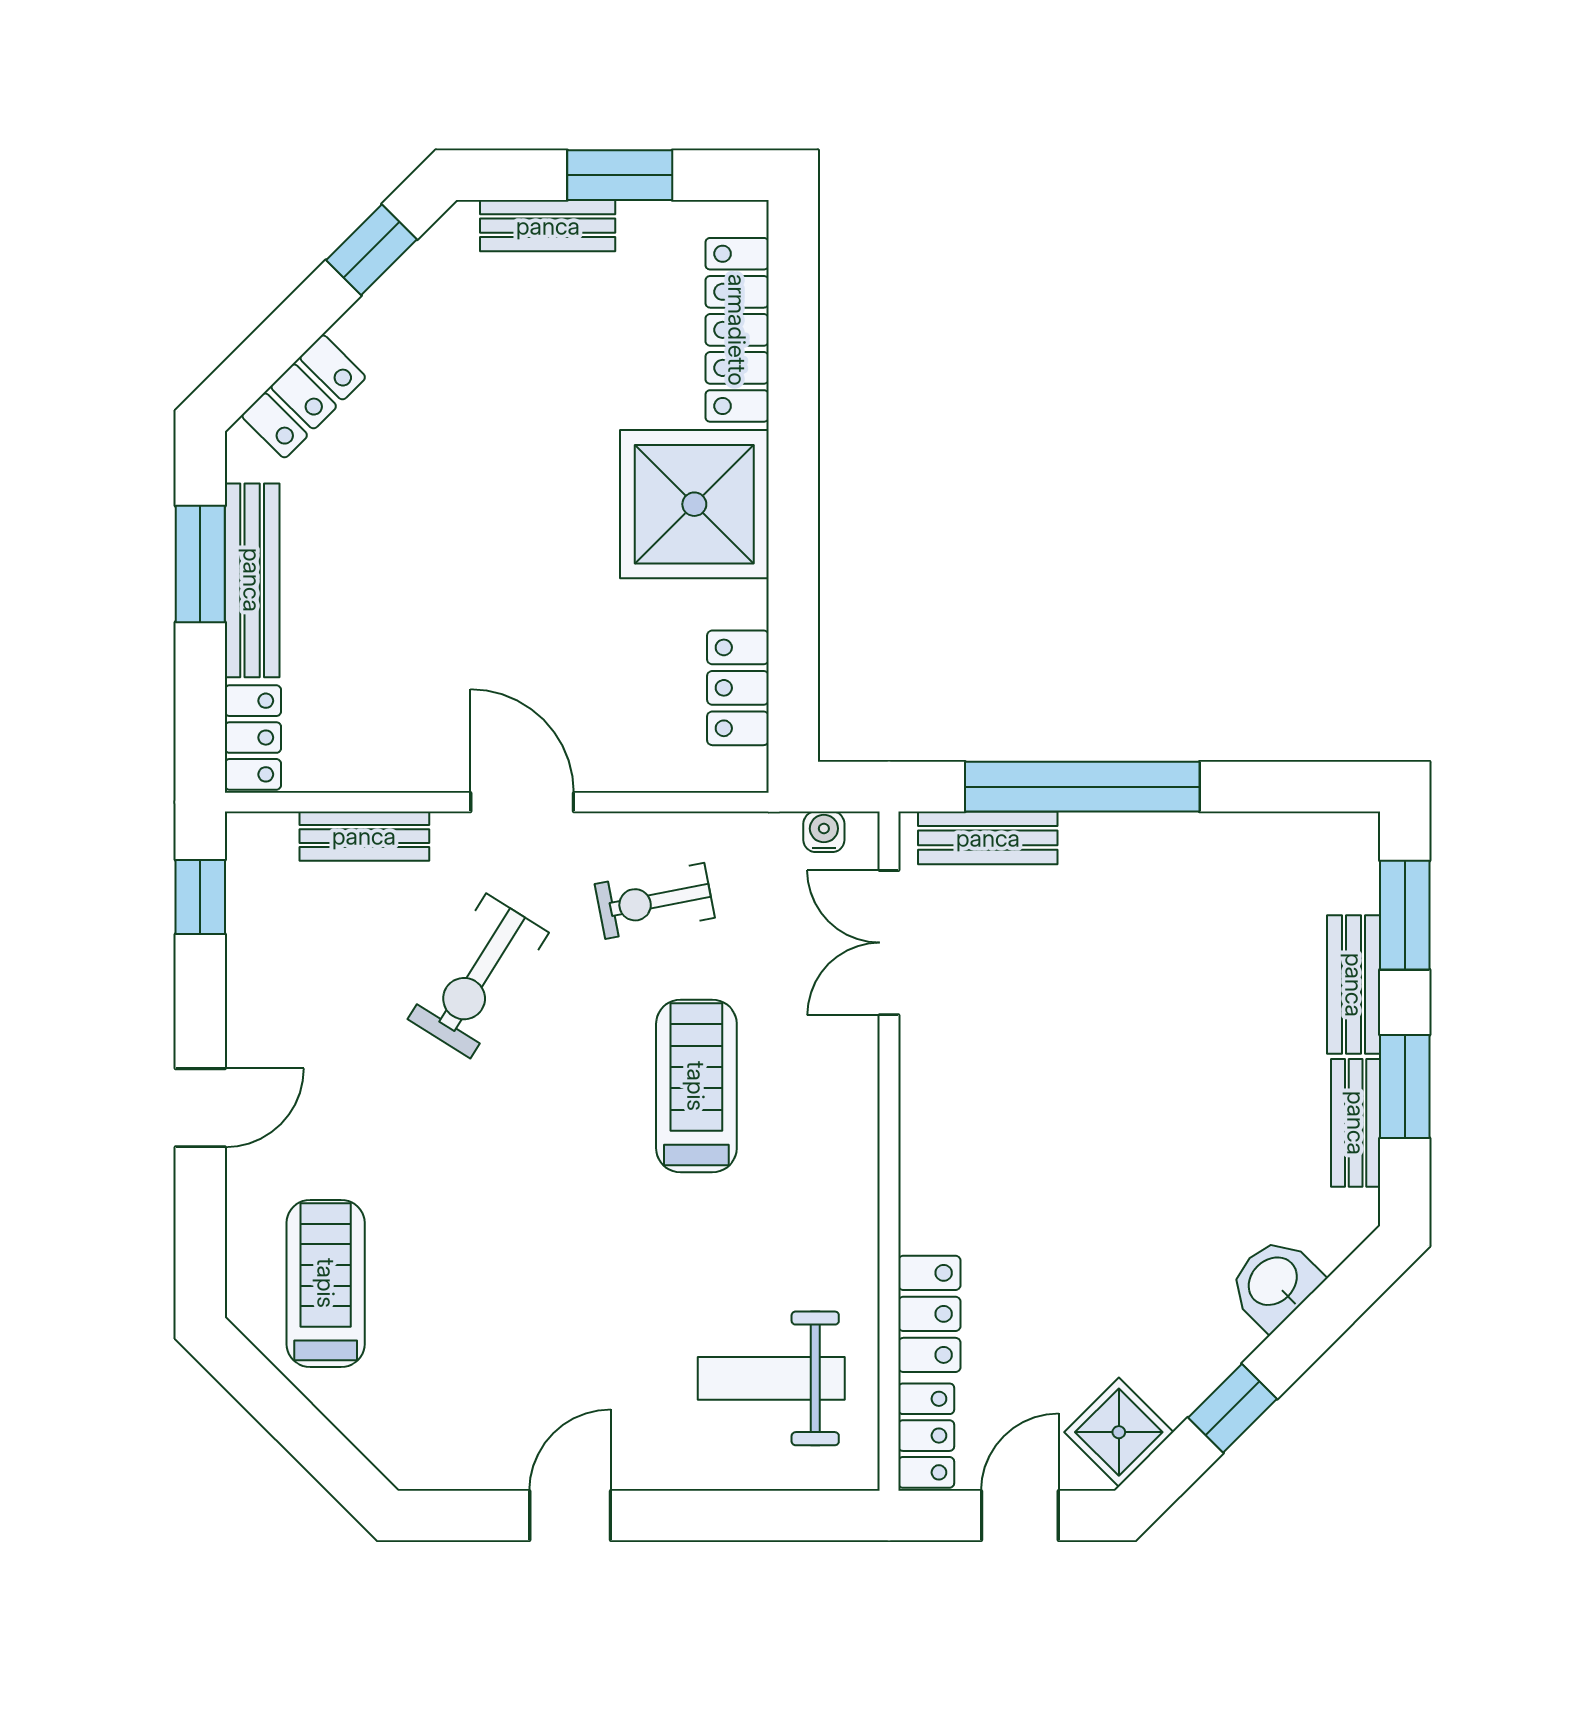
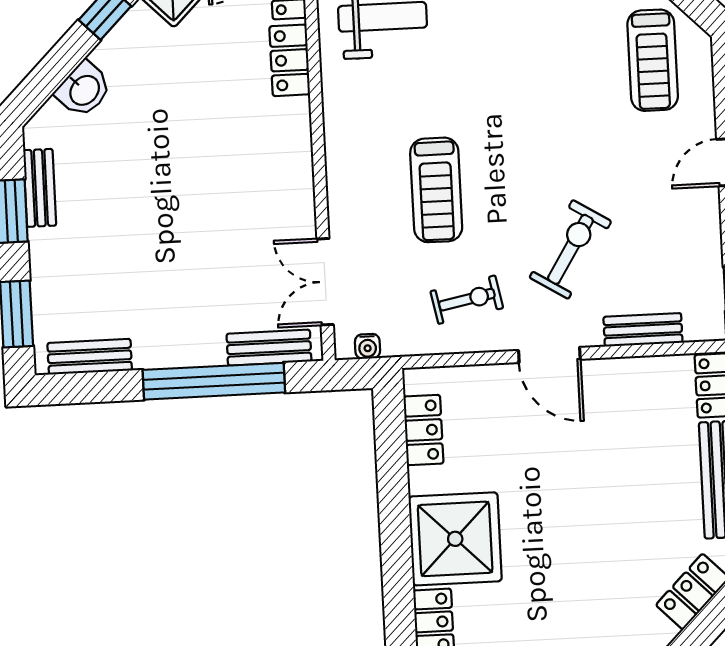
double door: (889, 943) -> (325, 282), swing flipped
bench: (1354, 985) -> (90, 357), moved, turned 90

